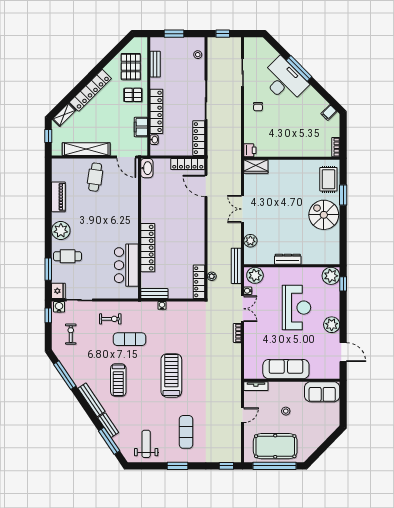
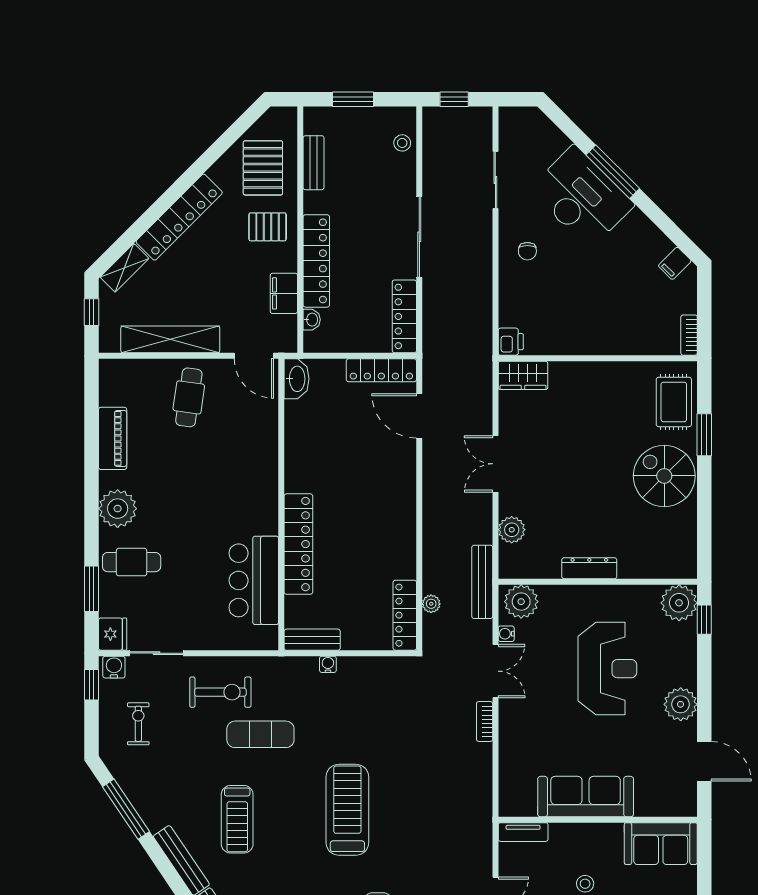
exercise bike: (110, 319) -> (220, 692), width x1.38, depth x1.39

